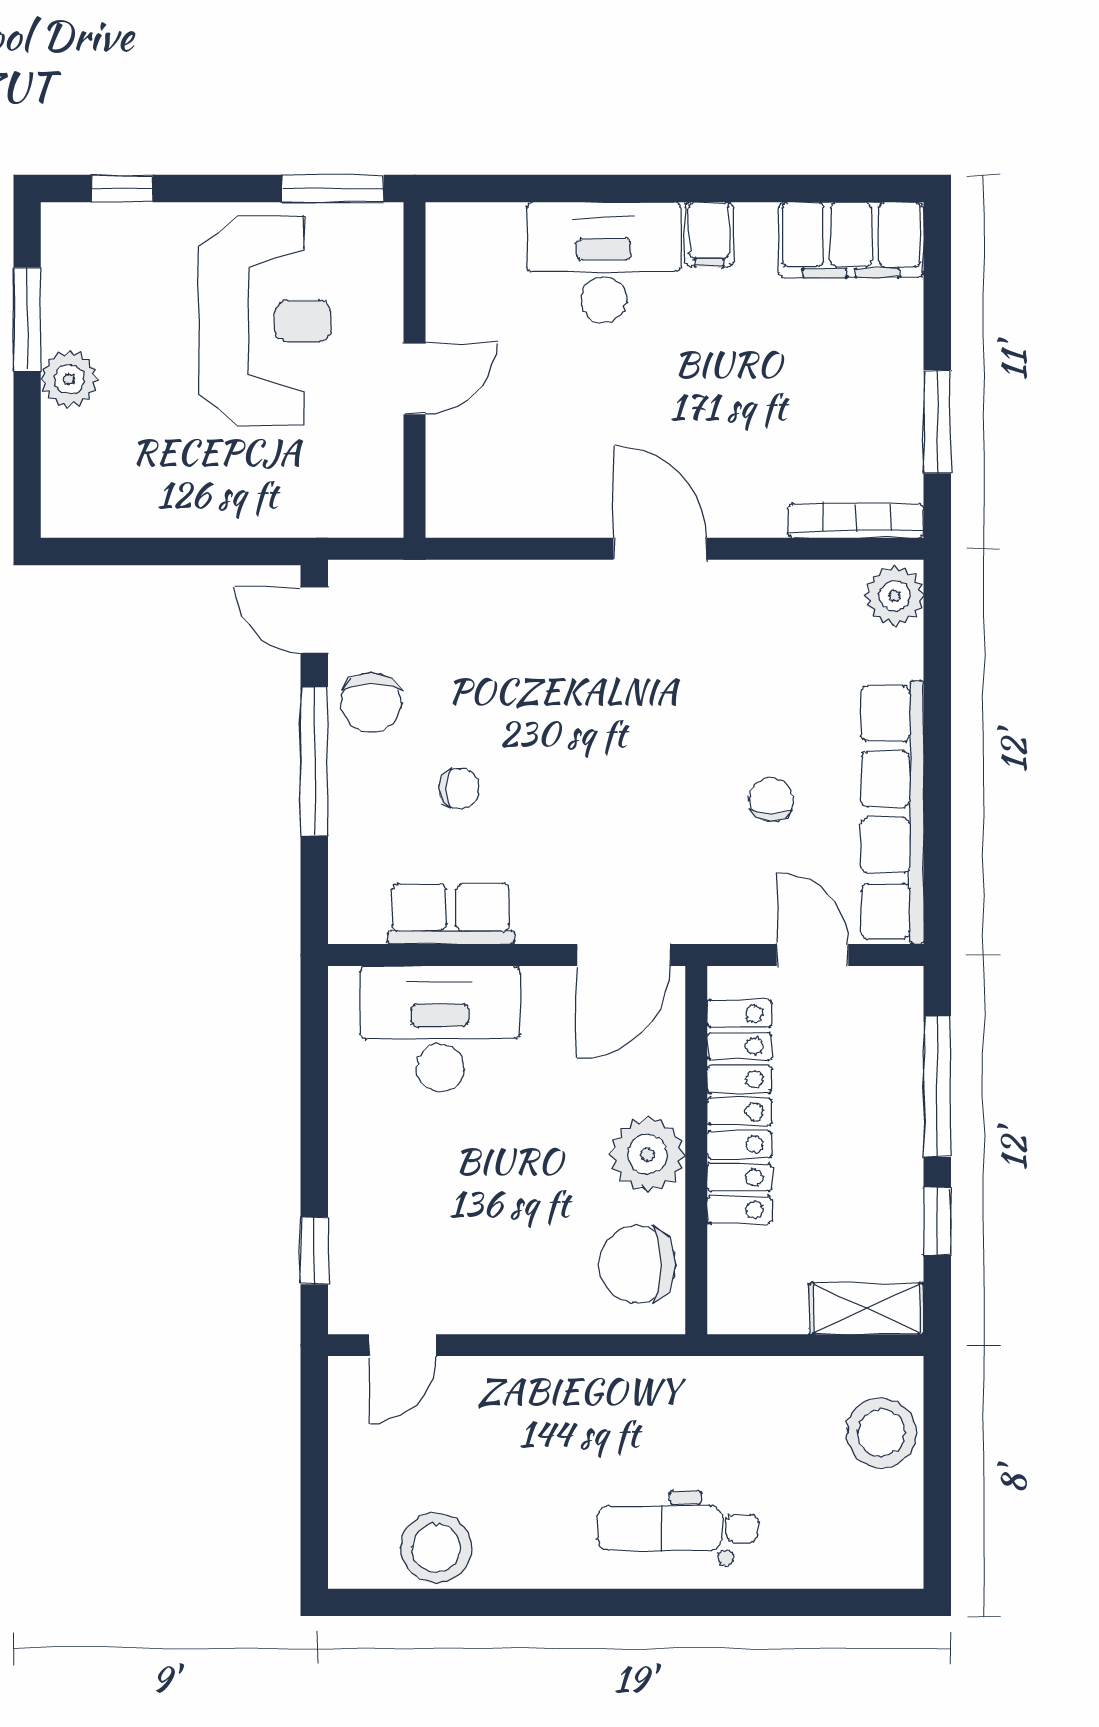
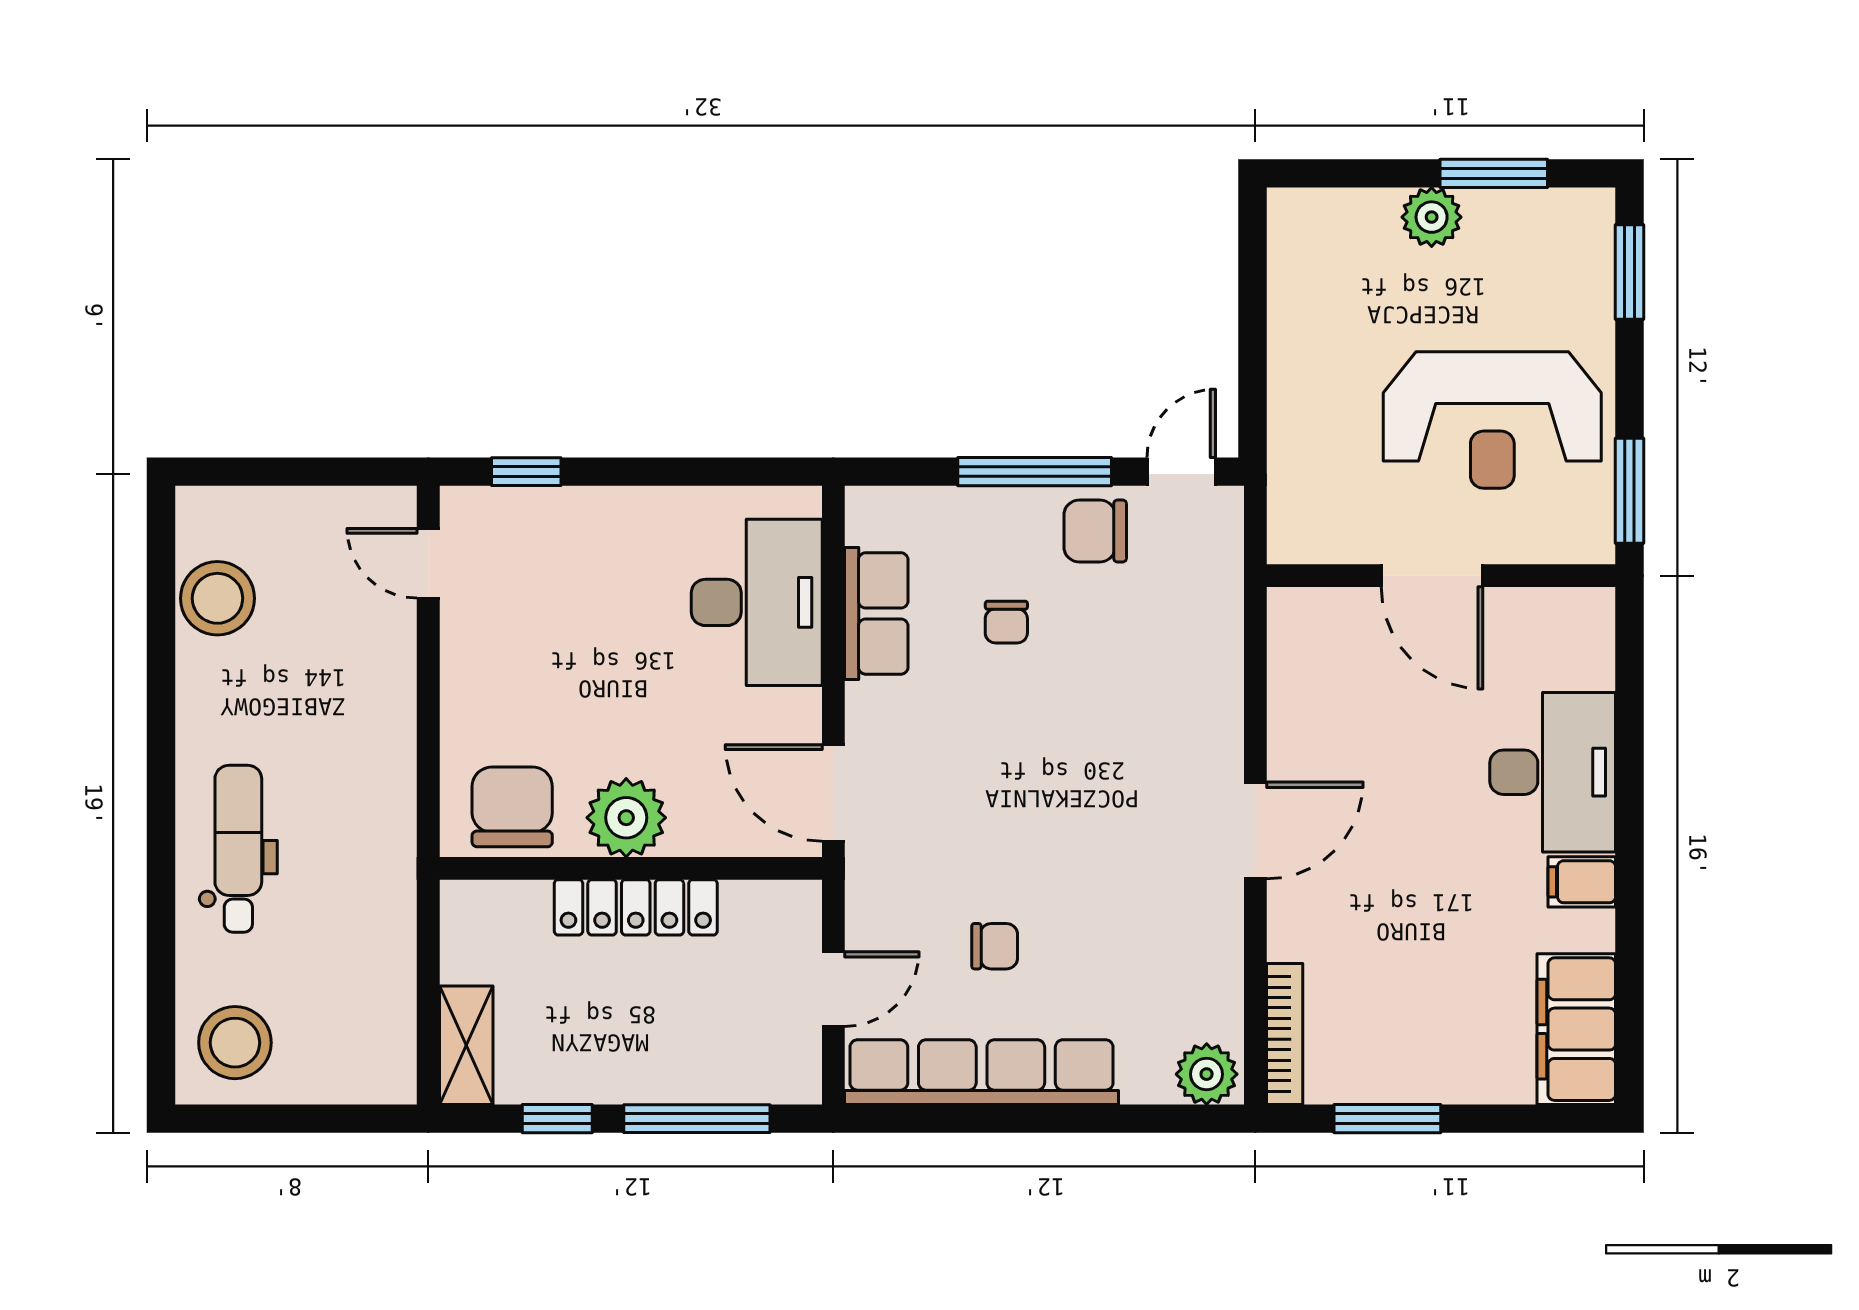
window: (122, 189) -> (1630, 272), width x1.50
door: (415, 379) -> (1432, 576), width x1.38
locker: (739, 1112) -> (636, 907), width x0.71, depth x0.83
stool: (881, 1433) -> (235, 1043), moved

